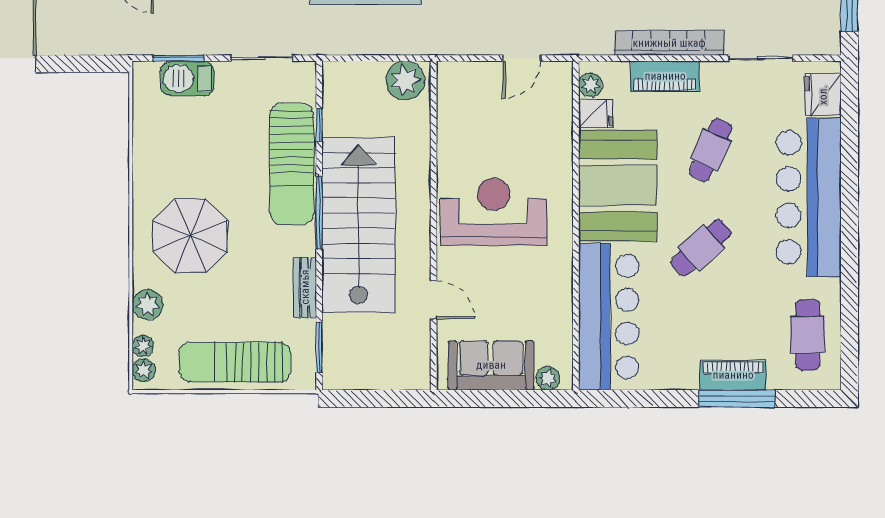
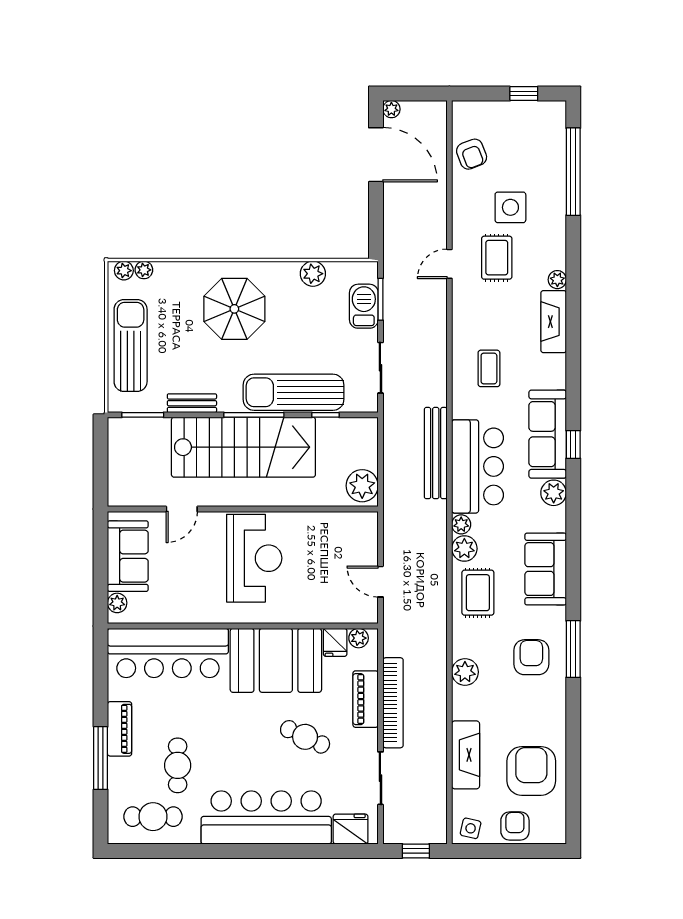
cafe table: (701, 248) -> (178, 765), moved, turned 42
plant: (148, 305) -> (313, 274), moved
piano: (733, 375) -> (120, 729), moved

